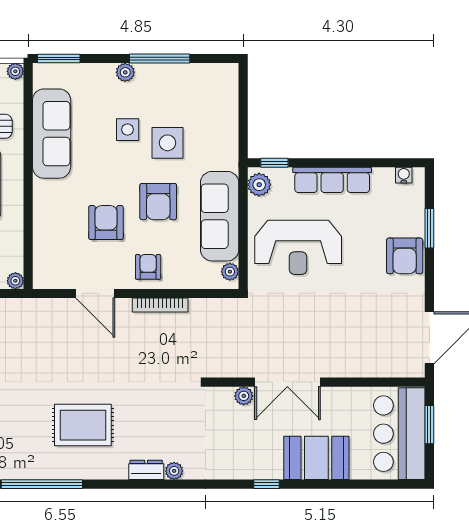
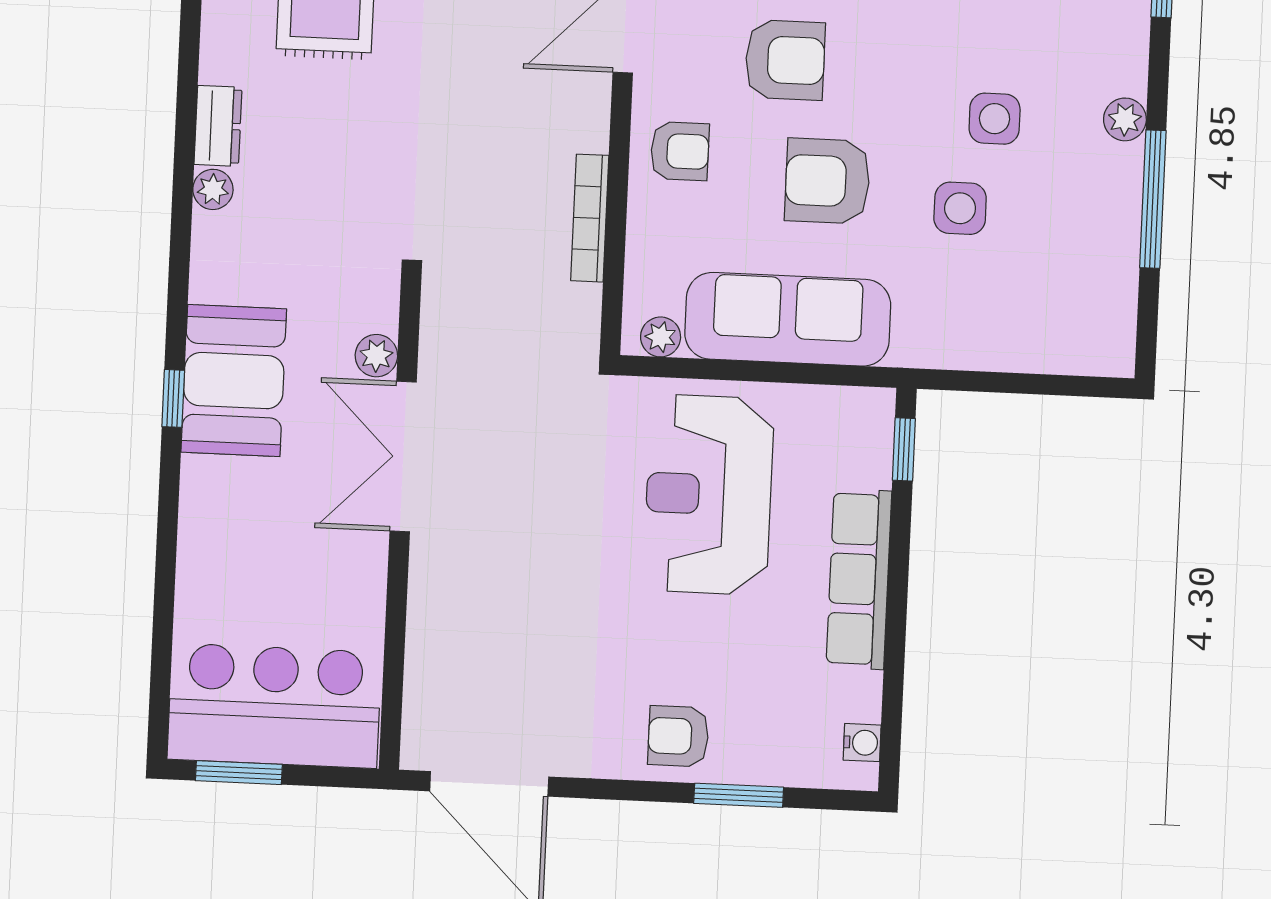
side table: (167, 143) -> (960, 208), width x0.73, depth x0.73
plant: (259, 185) -> (856, 413), removed
armchair: (405, 256) -> (678, 736), width x0.72, depth x0.72
bookcase: (160, 305) -> (590, 218), moved
window: (429, 425) -> (239, 773), moved
booth: (316, 458) -> (234, 381), moved

